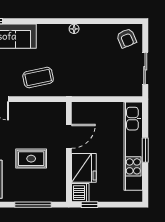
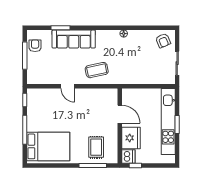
door: (69, 136) -> (120, 114), hinge flipped
rug: (31, 159) -> (96, 147), moved, turned 90

